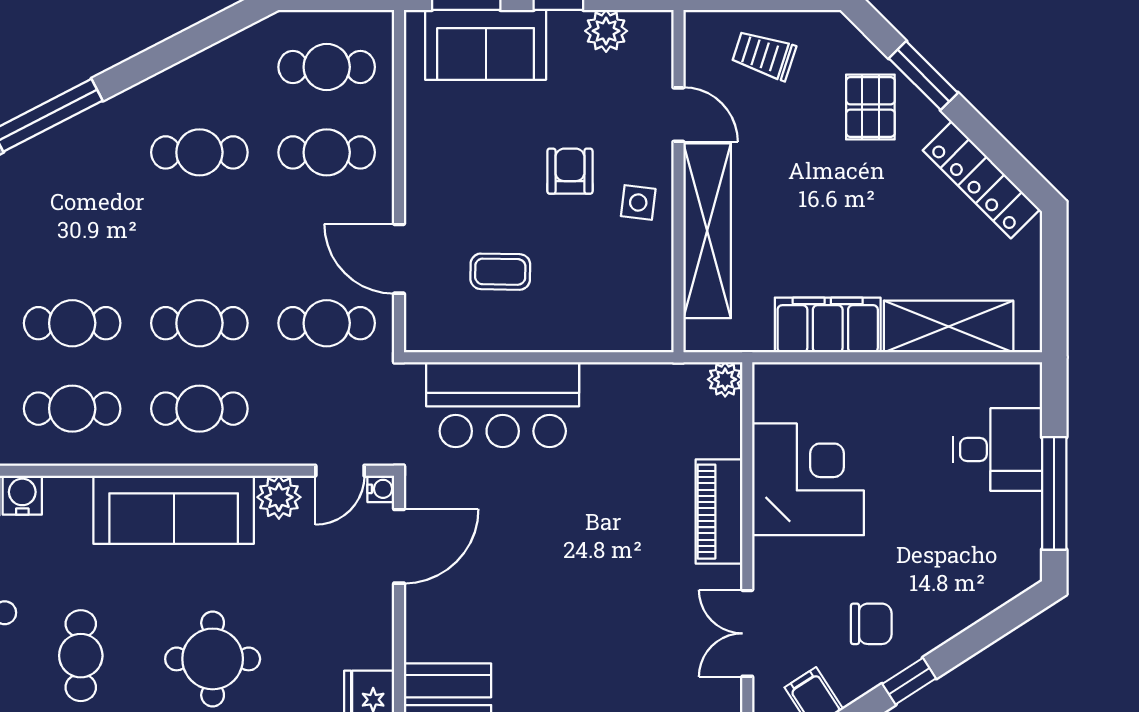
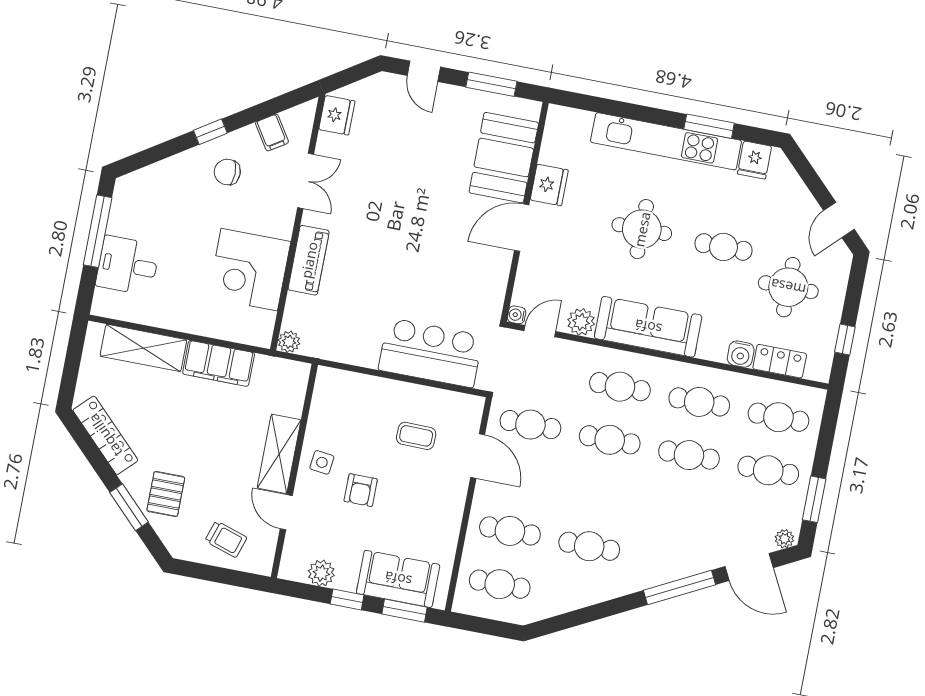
shelving: (707, 231) -> (279, 454), width x0.68
door: (399, 546) -> (522, 228), moved
cafe table: (81, 656) -> (723, 247), turned 90

